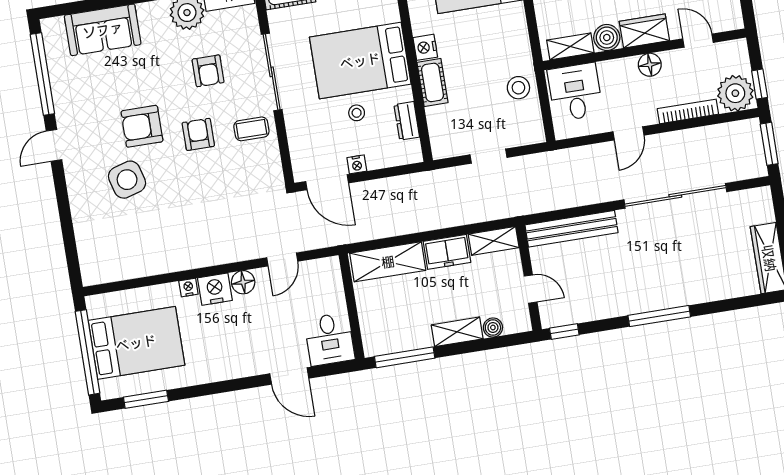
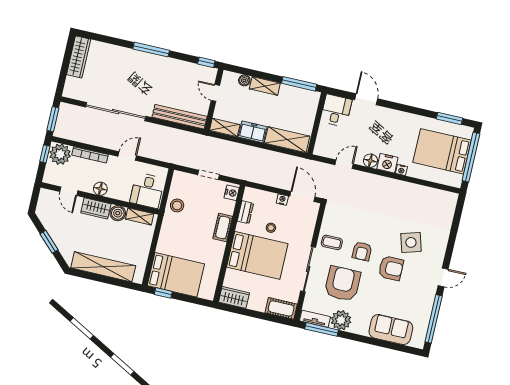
nightstand: (425, 47) -> (232, 193), moved
armchair: (208, 71) -> (343, 284), width x1.88, depth x1.88

